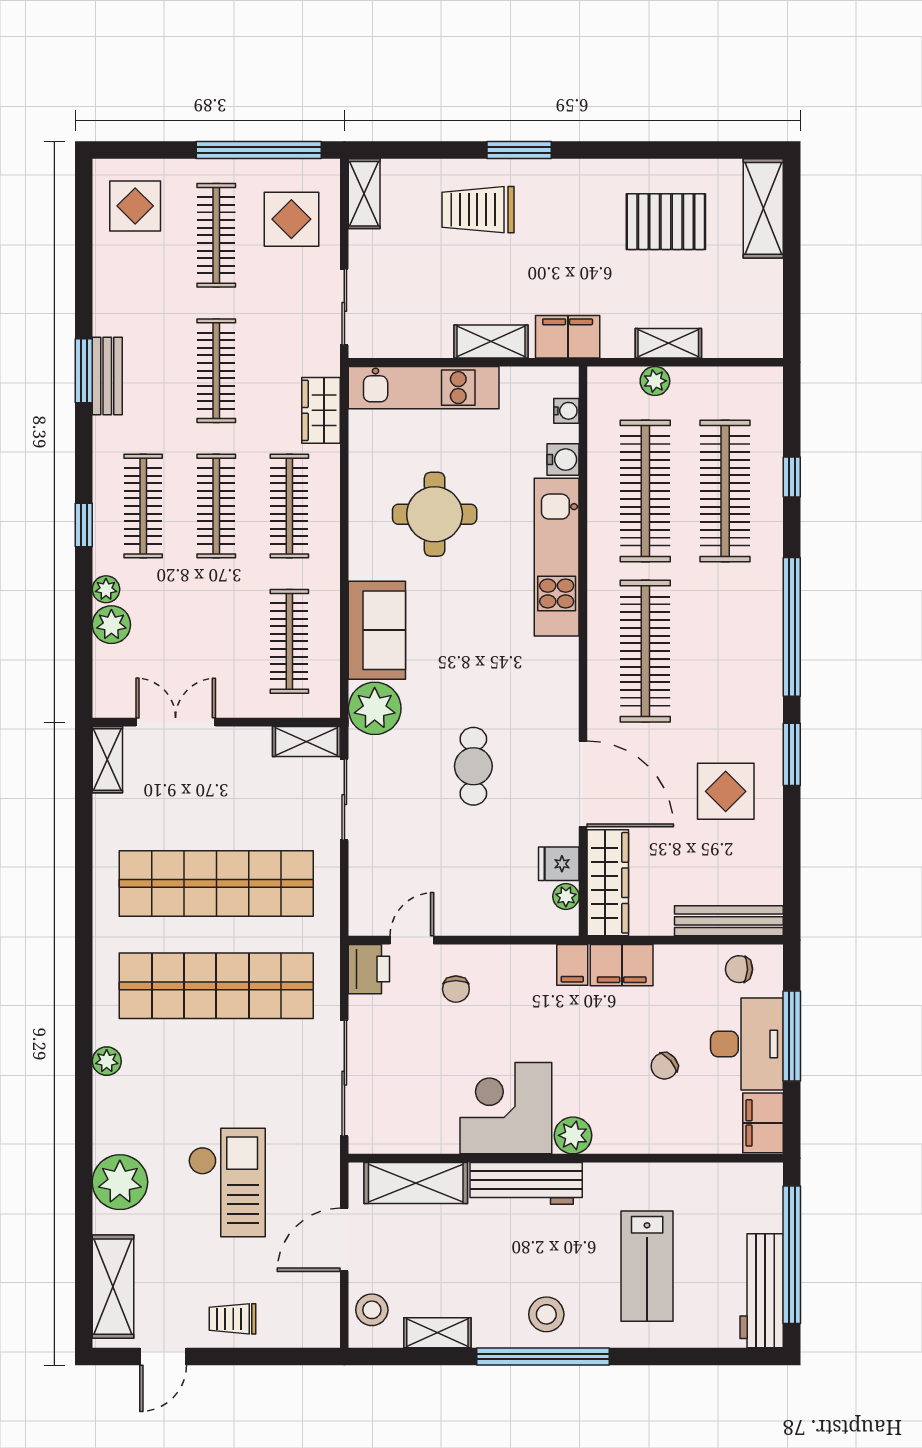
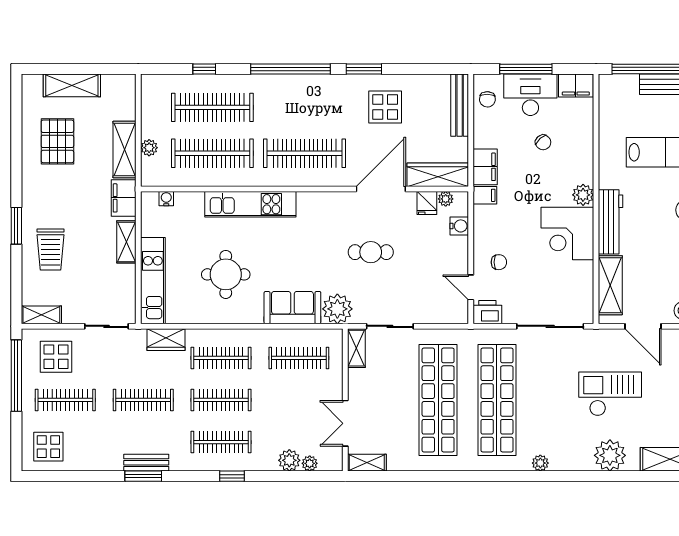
shelving: (763, 208) -> (72, 85), moved
shelving: (668, 343) -> (125, 149), width x1.50, depth x1.33
water cooler: (563, 460) -> (459, 226), moved, turned 90
plant: (106, 589) -> (310, 463), moved

